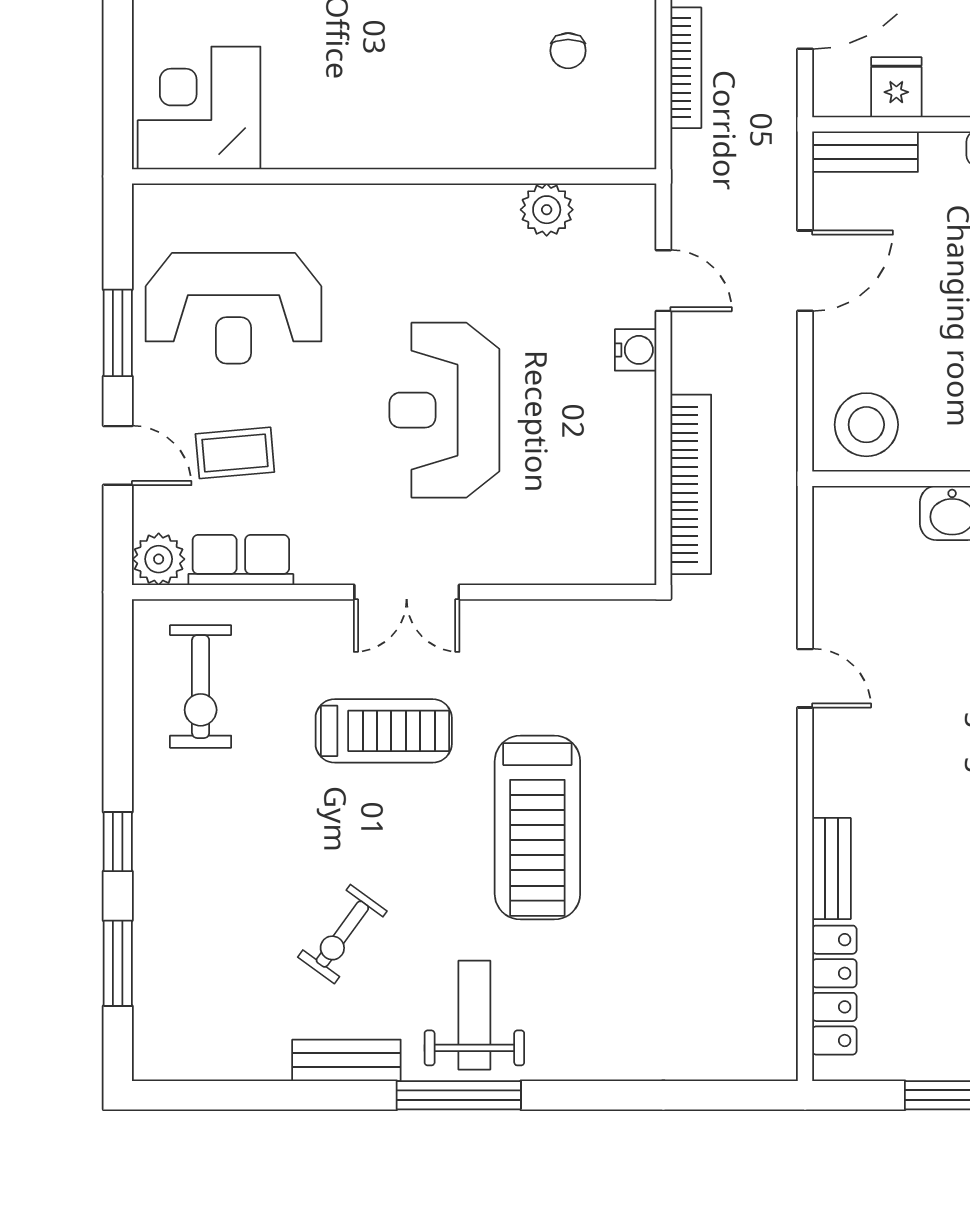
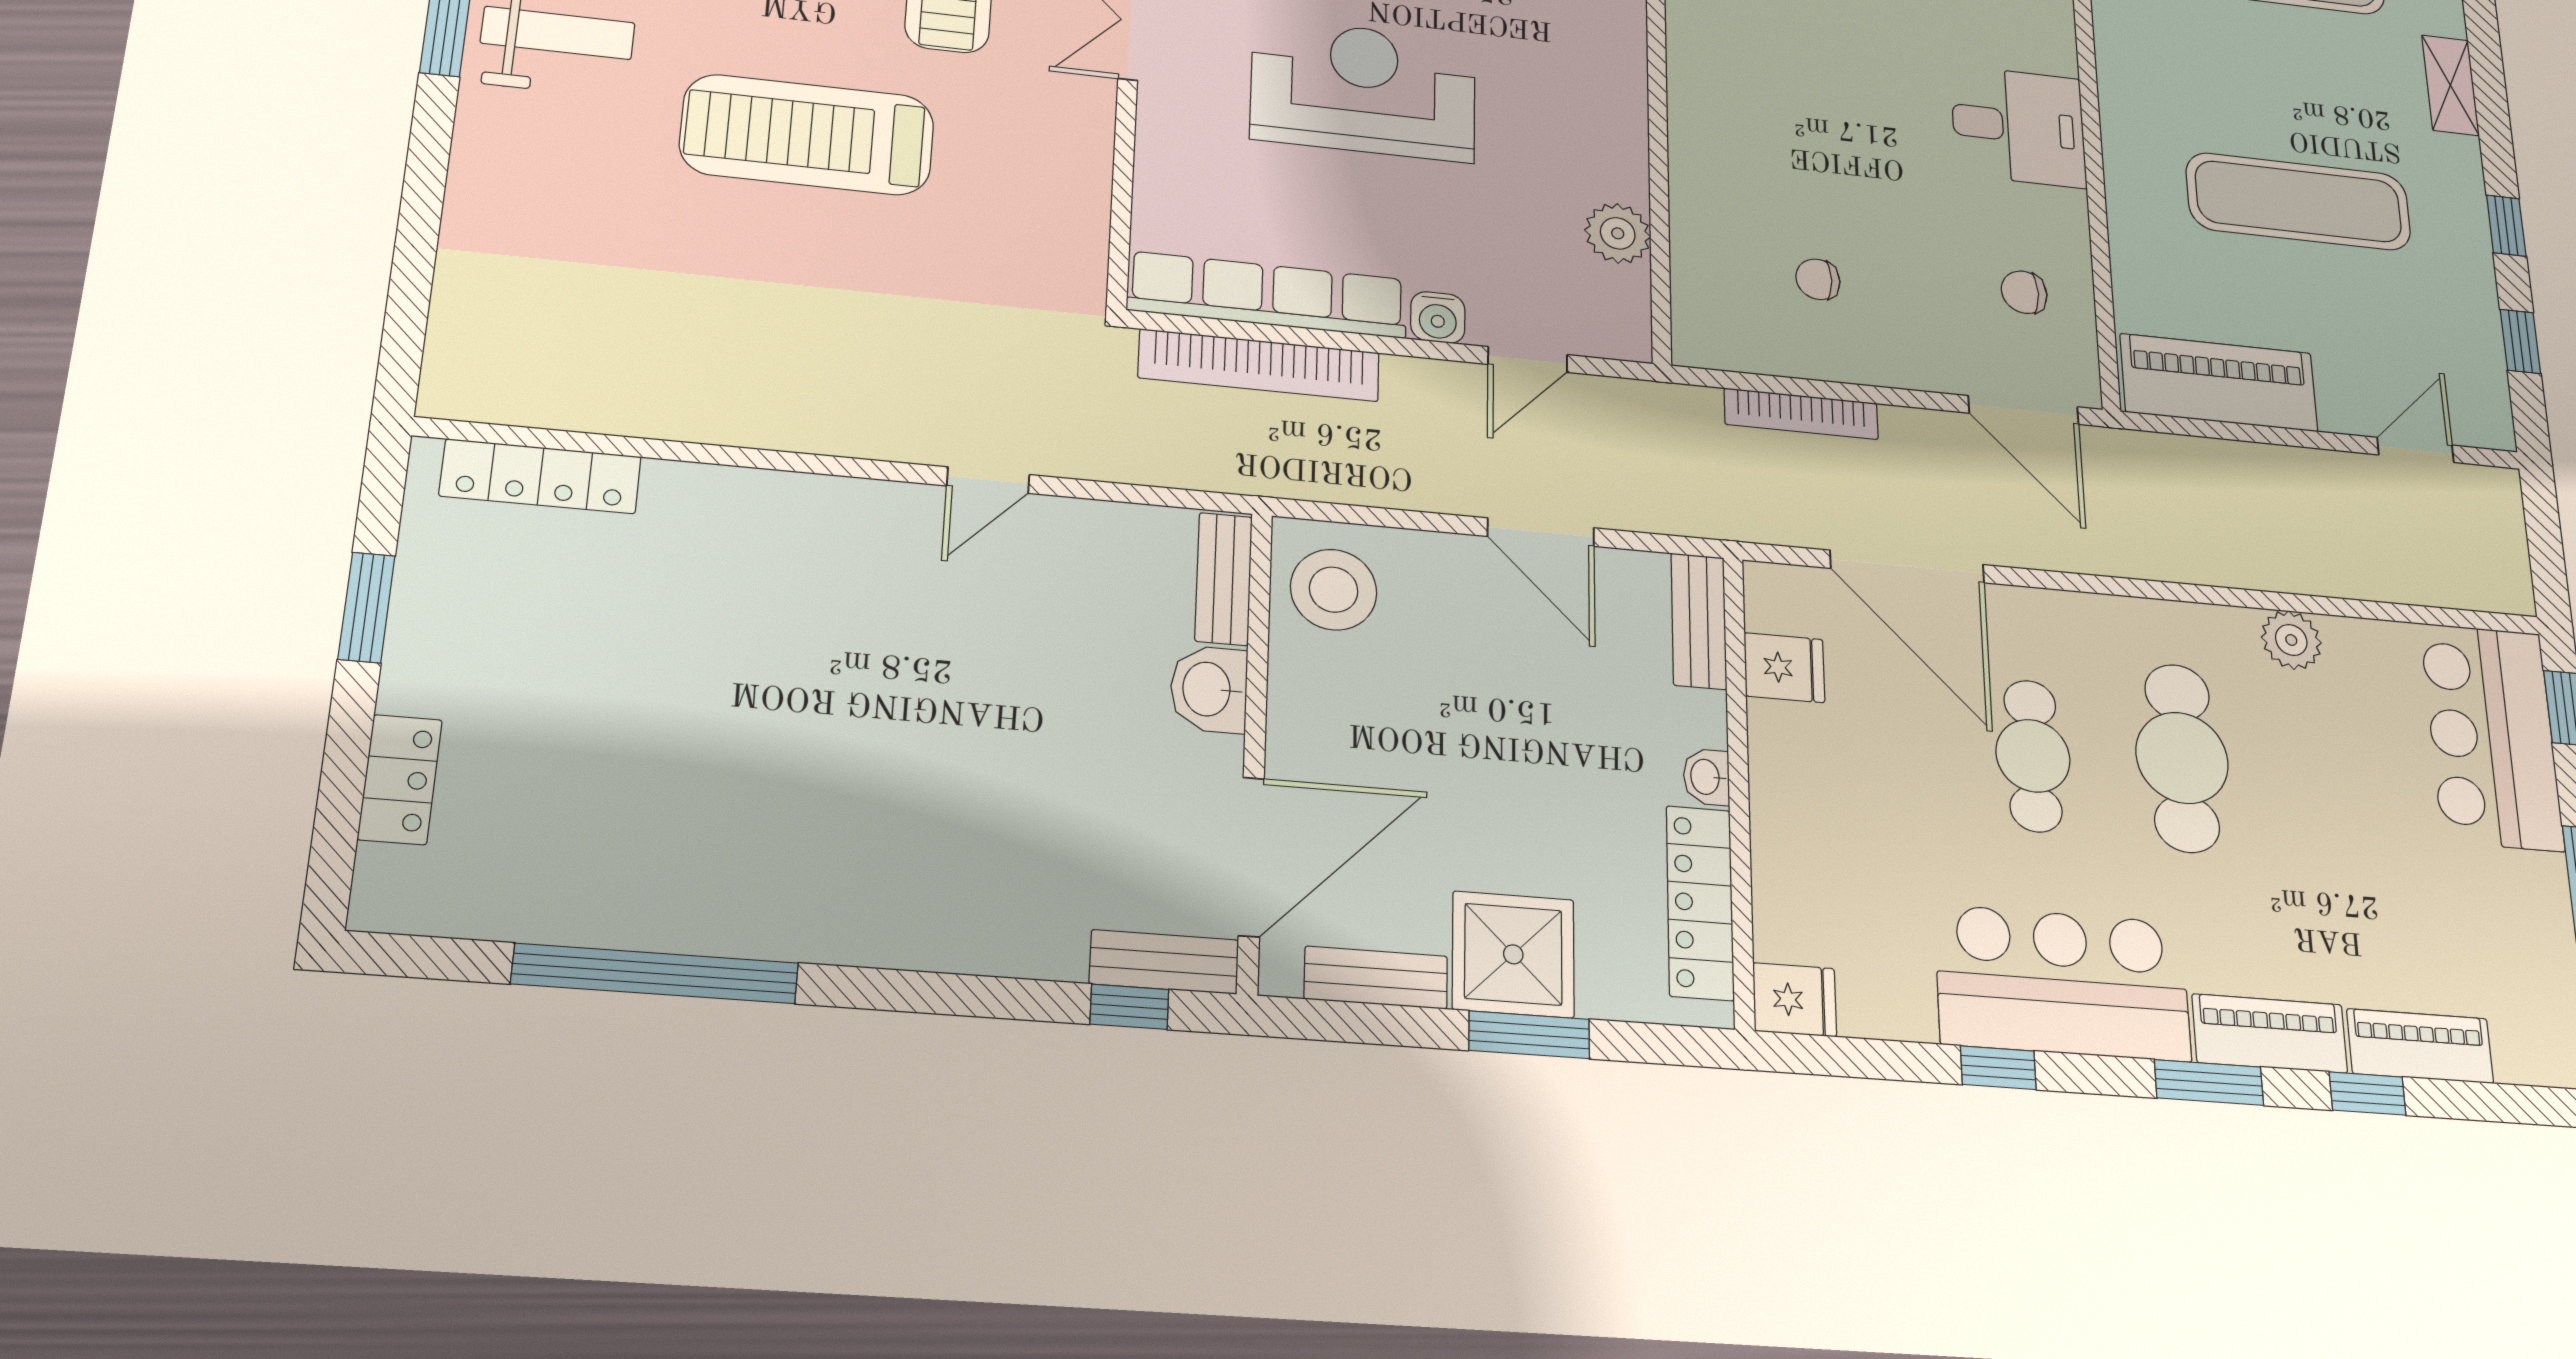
row of seats: (631, 480) -> (1268, 295), added
bench: (831, 868) -> (1224, 579), moved, turned 90

